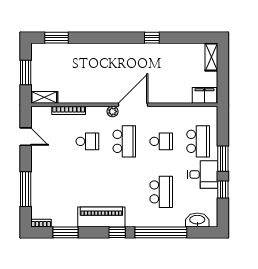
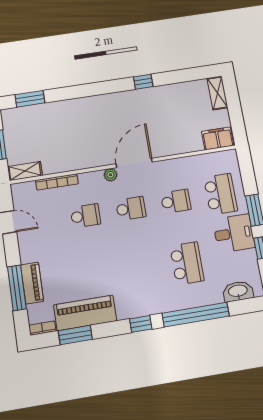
school desk: (124, 141) -> (131, 208), width x0.54
piano: (38, 187) -> (32, 283), added
piano: (101, 217) -> (85, 313), moved

